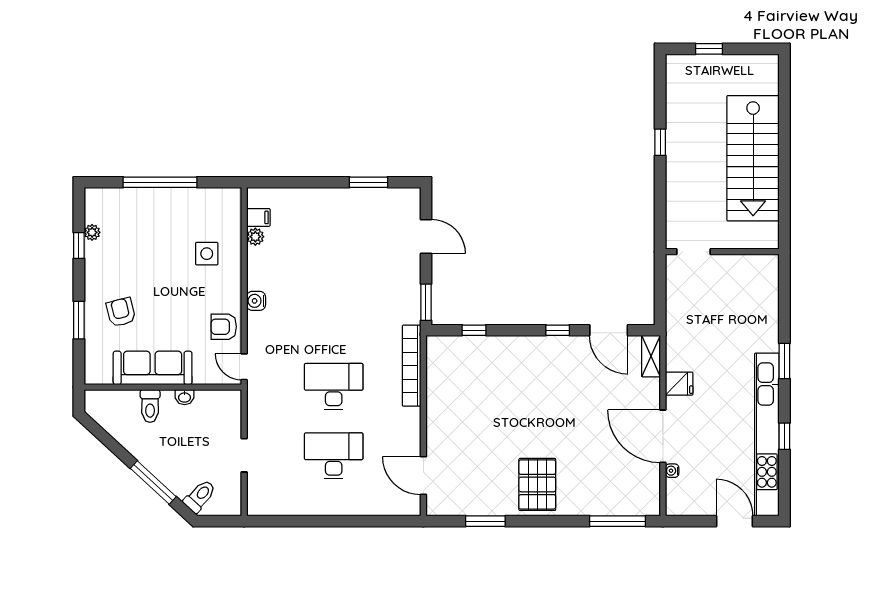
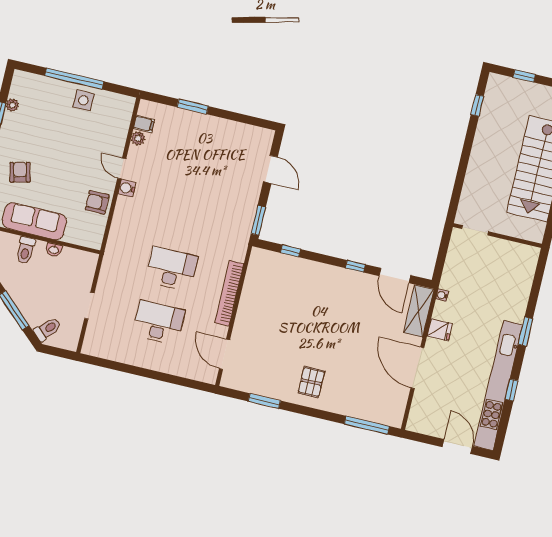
window: (660, 142) -> (477, 105), moved
window: (369, 182) -> (193, 107), moved
side table: (207, 254) -> (83, 100), moved
shelving: (651, 356) -> (419, 311), width x1.50, depth x1.33
bookcase: (412, 366) -> (229, 293), moved
door: (244, 367) -> (122, 168), moved
water cooler: (672, 471) -> (442, 295), moved
pallet: (537, 484) -> (311, 382), width x0.67, depth x0.71

